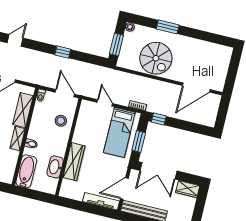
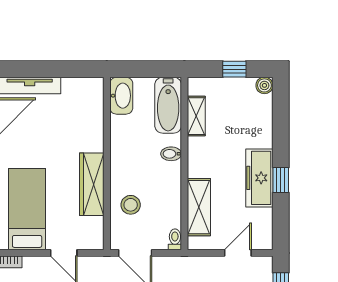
shelving: (18, 139) -> (196, 116), moved
wardrobe: (74, 162) -> (92, 184), moved
washbasin: (55, 167) -> (121, 96), moved

